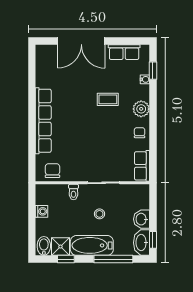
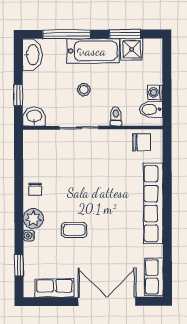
water cooler: (145, 79) -> (29, 236), moved
row of seats: (142, 166) -> (154, 277), moved, turned 180
chair: (52, 171) -> (142, 142), turned -90
washbasin: (142, 219) -> (34, 116), moved, turned -90
window: (153, 240) -> (18, 95), moved
bidet: (44, 246) -> (151, 109), moved, turned 90
window: (66, 259) -> (125, 34), width x1.50

